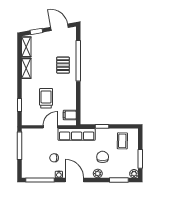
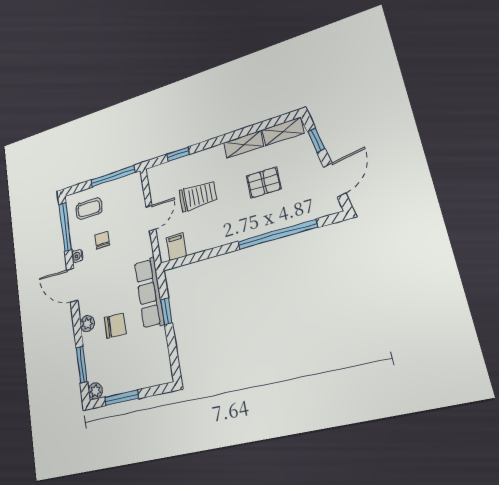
pallet: (63, 65) -> (264, 182), moved
door: (50, 127) -> (151, 218), hinge flipped
row of seats: (77, 134) -> (149, 293), moved
coffee table: (122, 141) -> (89, 209), moved
door: (74, 180) -> (72, 285), swing flipped

